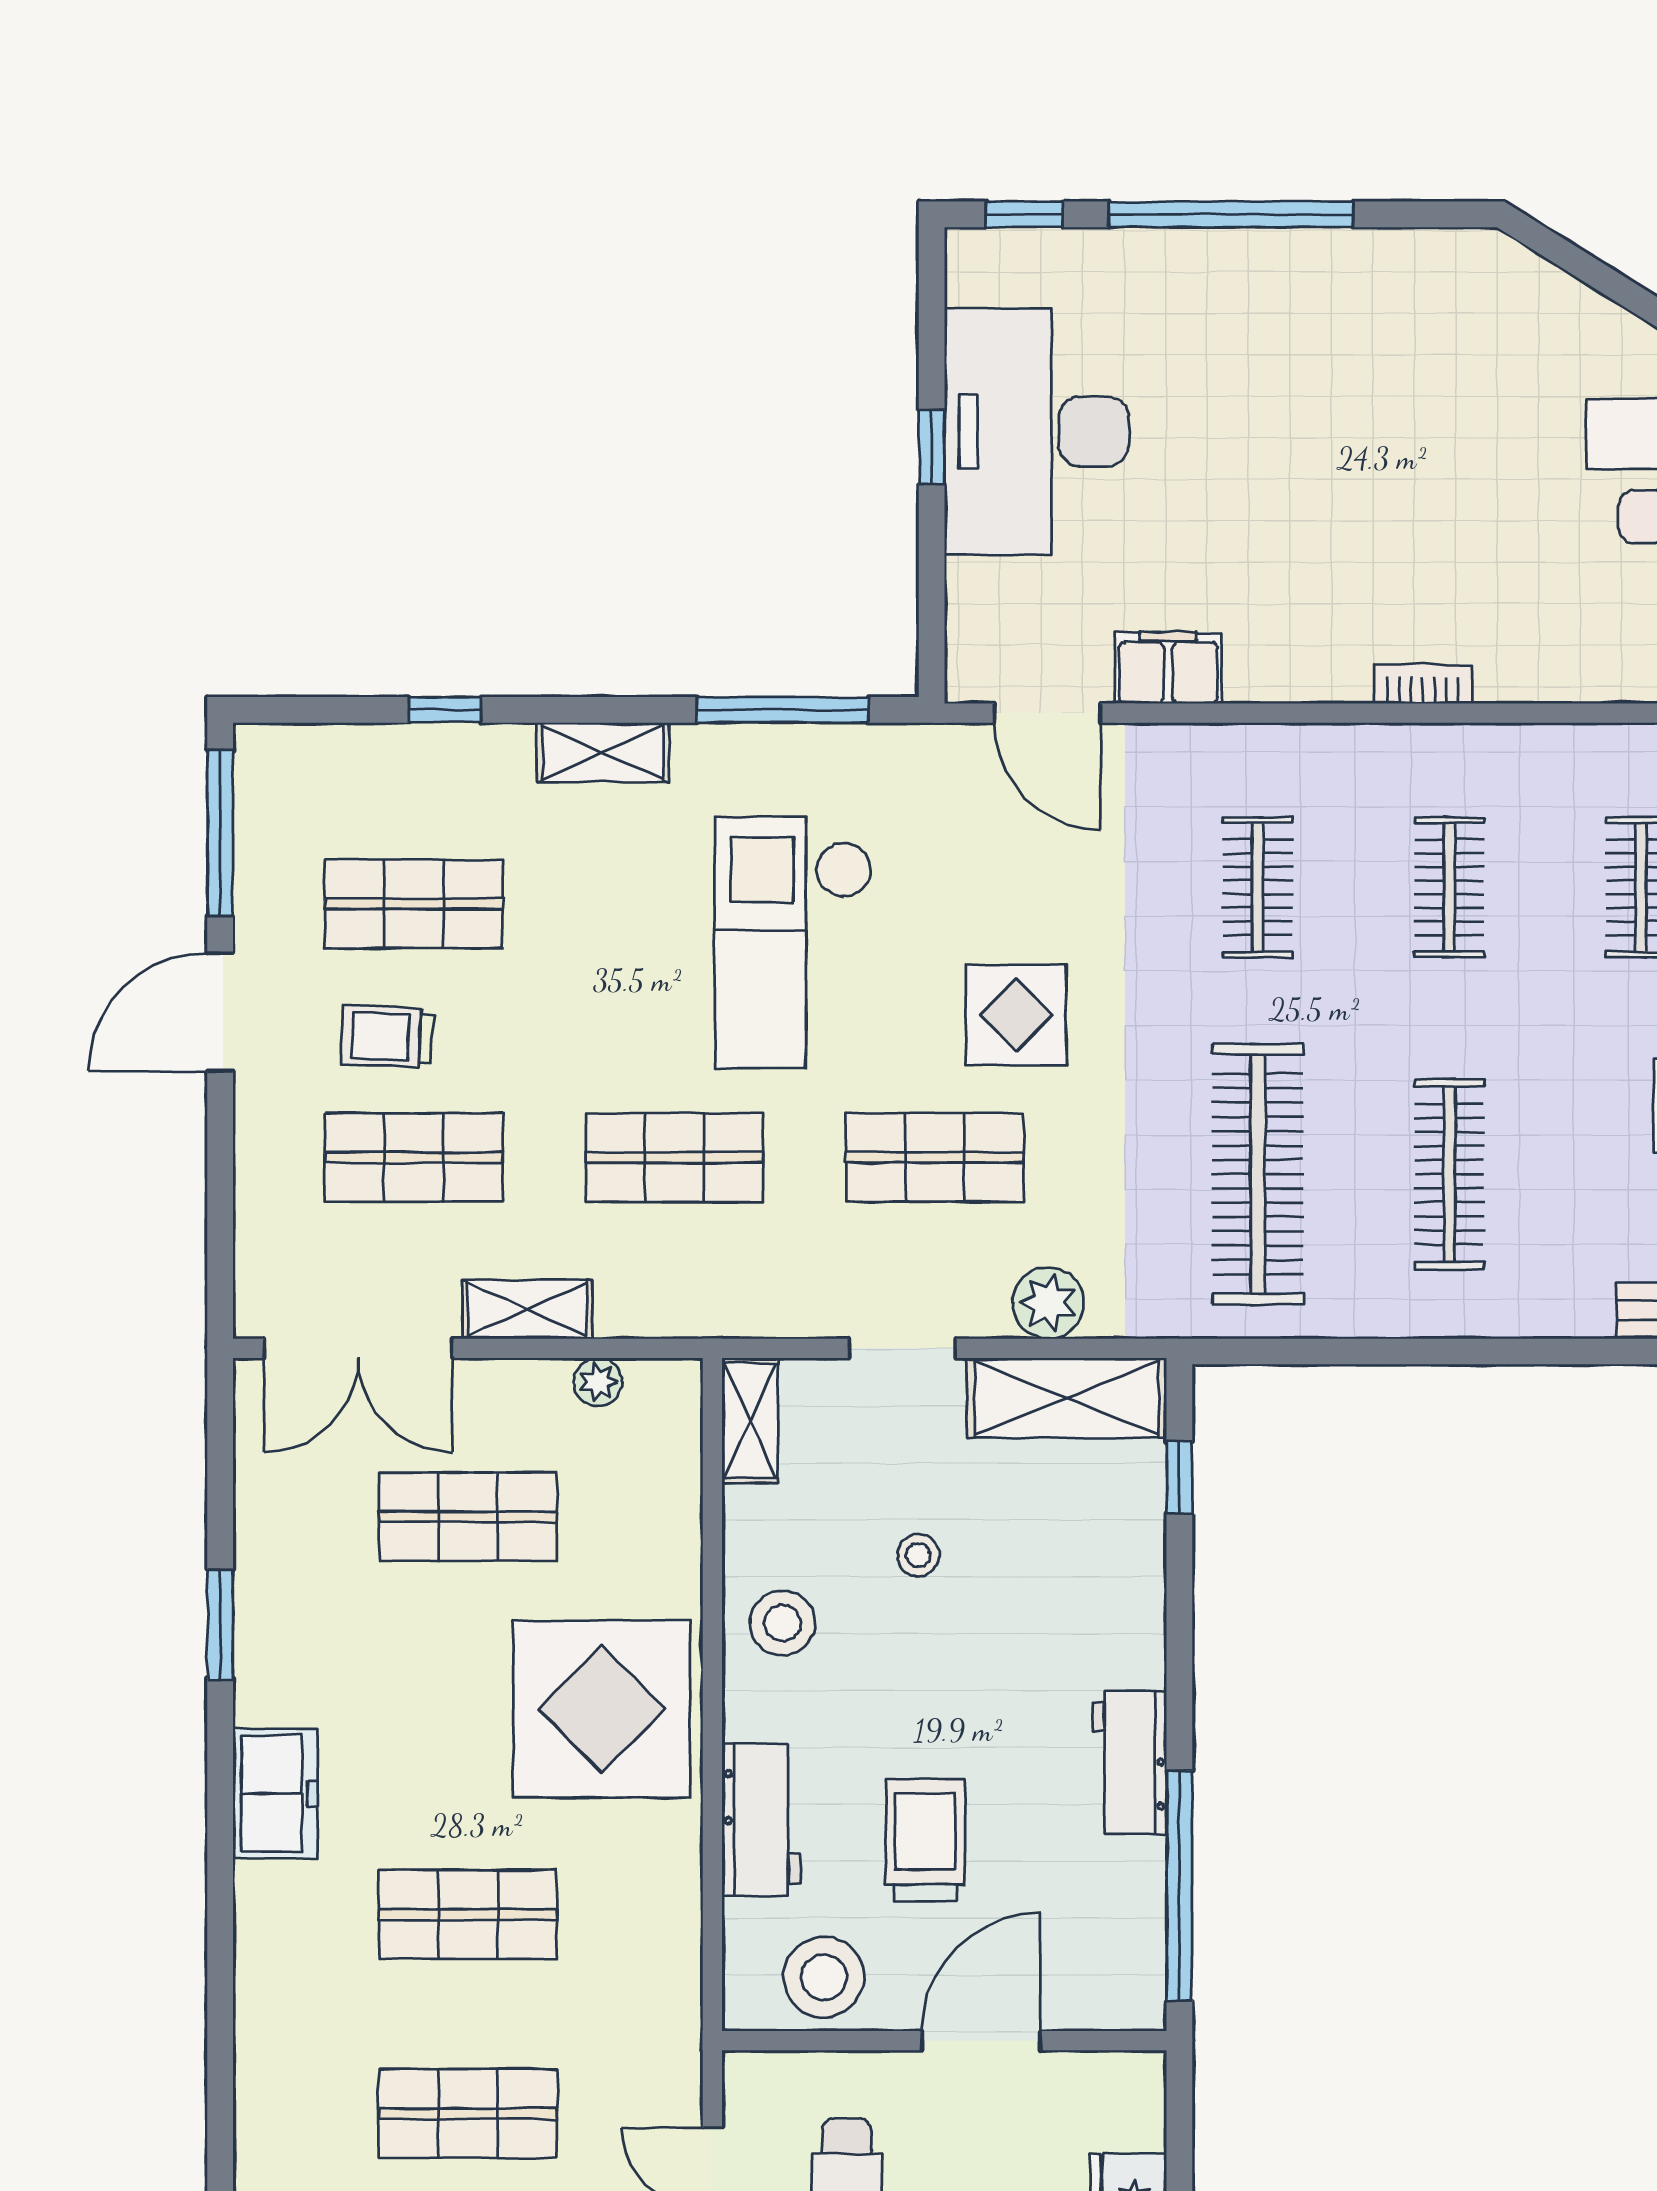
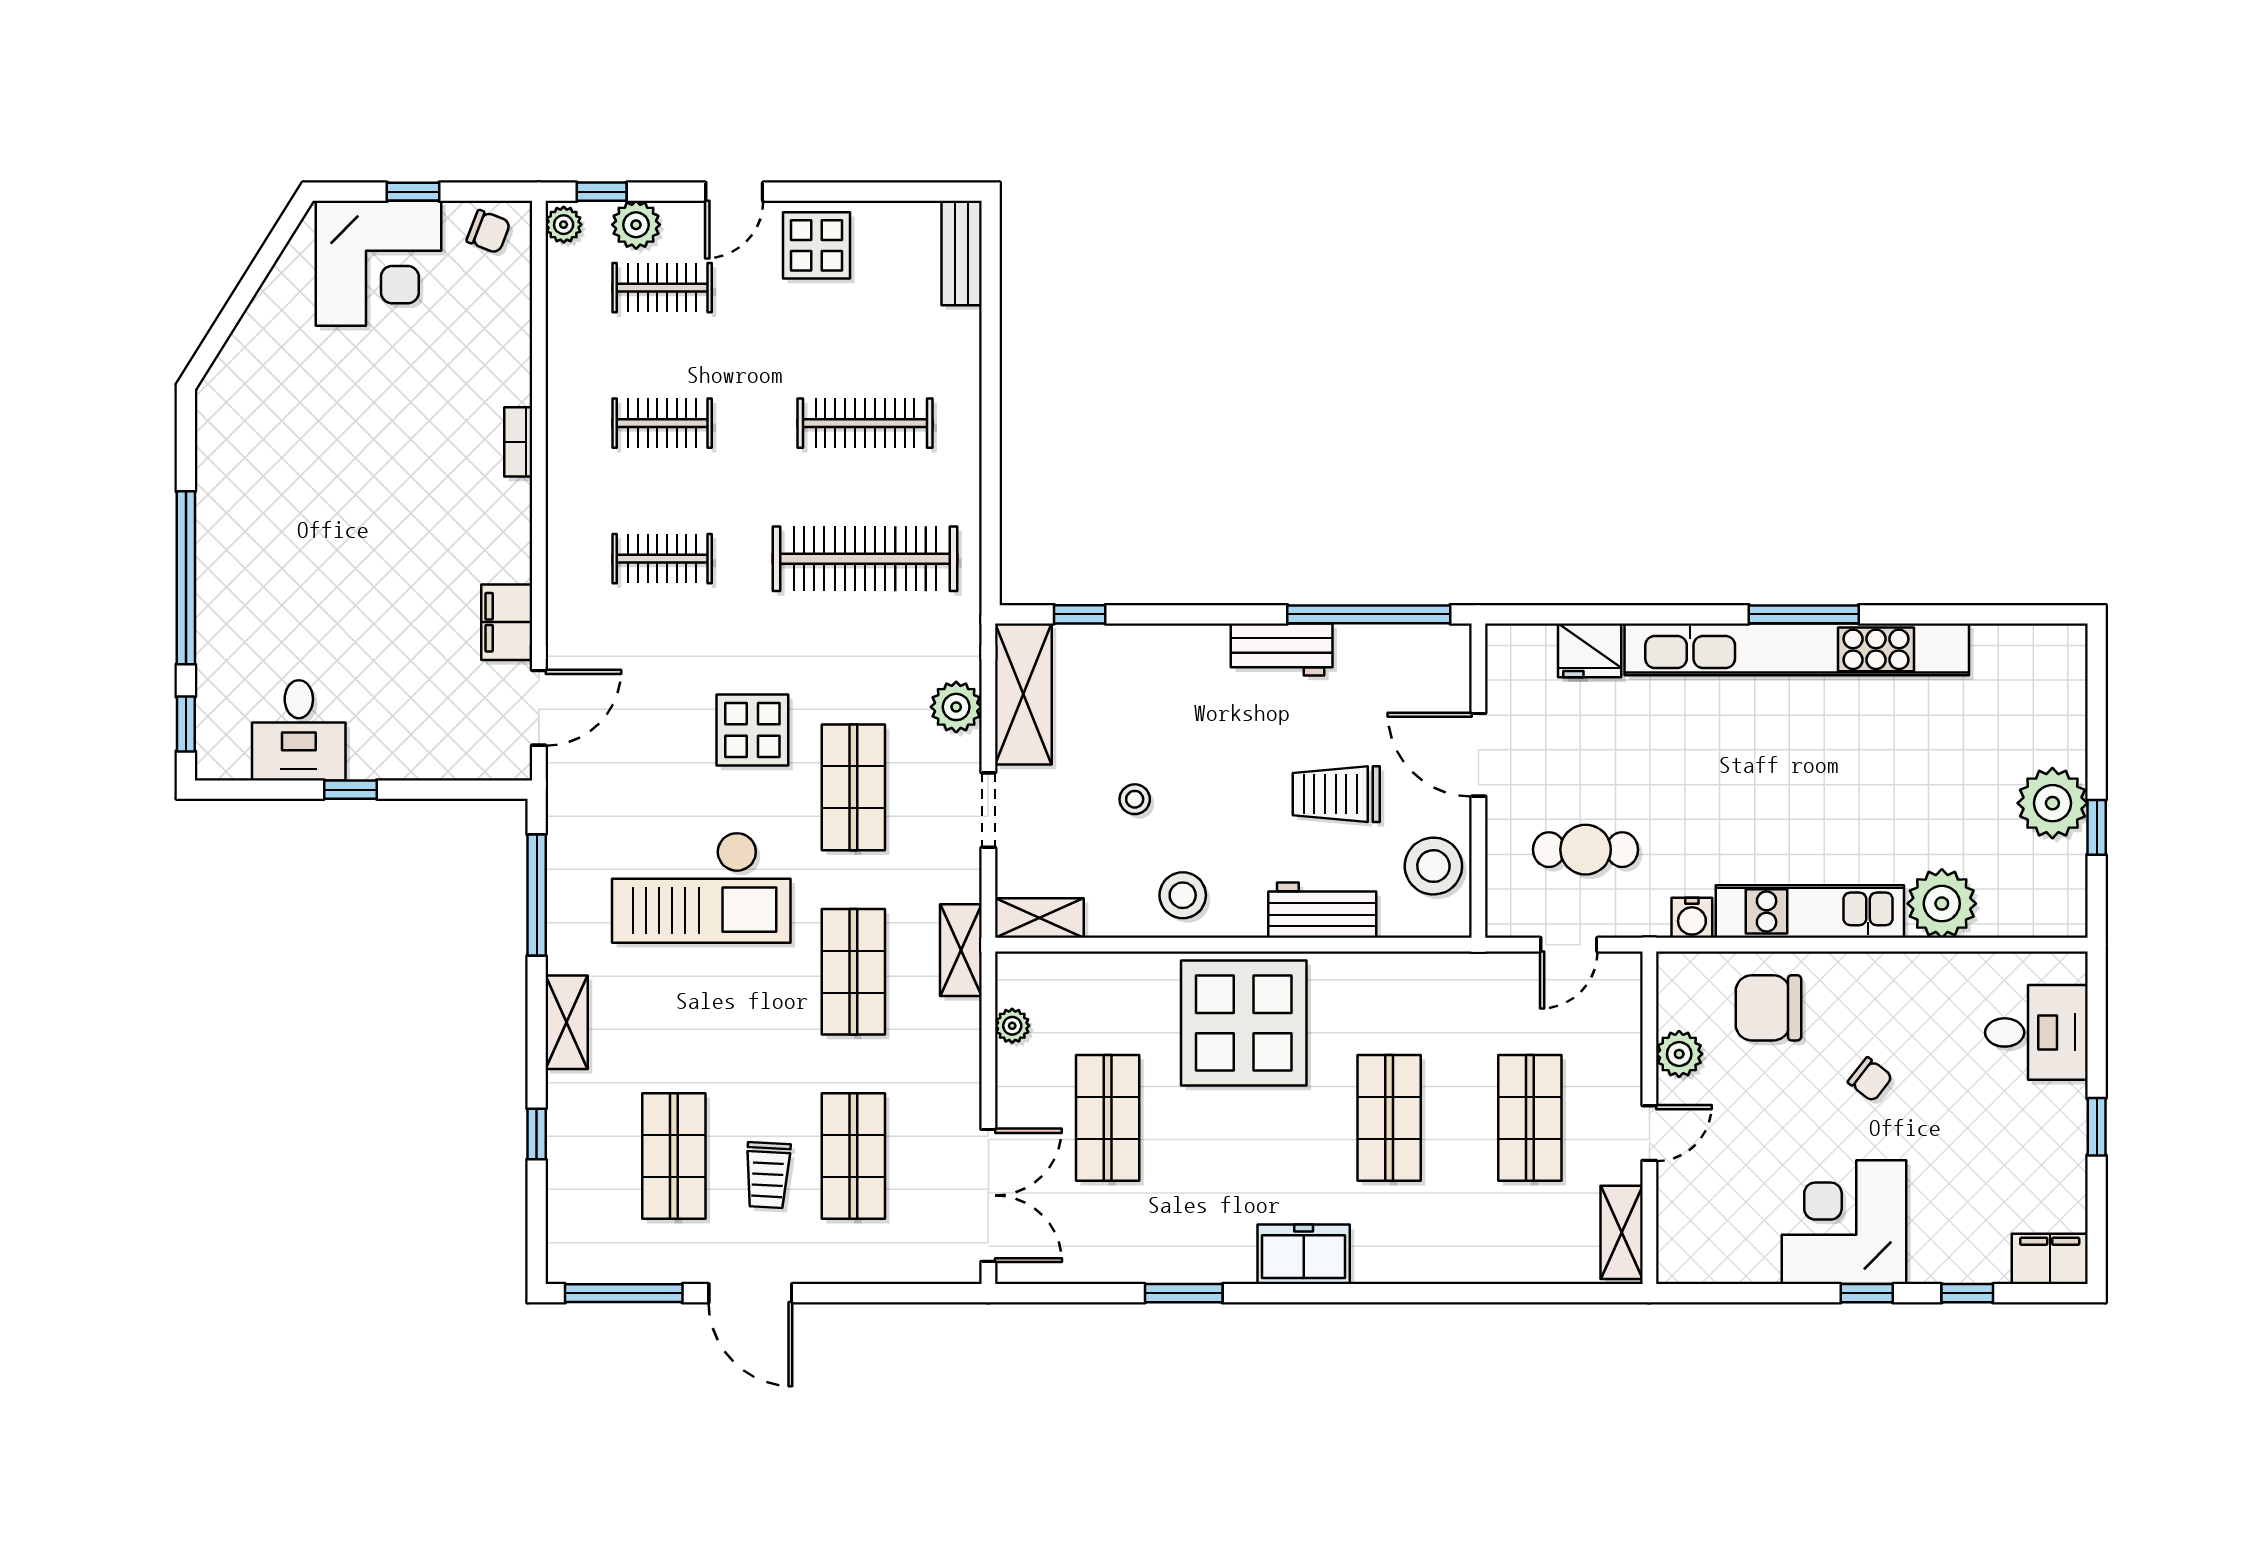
desk: (1037, 432) -> (299, 730), width x0.53, depth x0.77
shelving: (527, 1310) -> (961, 950), moved

